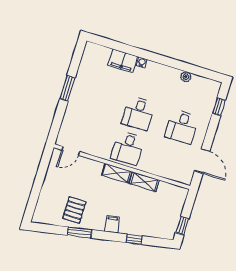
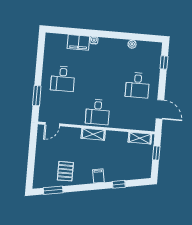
window: (68, 88) -> (37, 96), moved
desk: (138, 113) -> (63, 79), moved
shelving: (144, 182) -> (140, 138), moved
window: (182, 226) -> (156, 153), moved
window: (80, 232) -> (53, 190), moved

